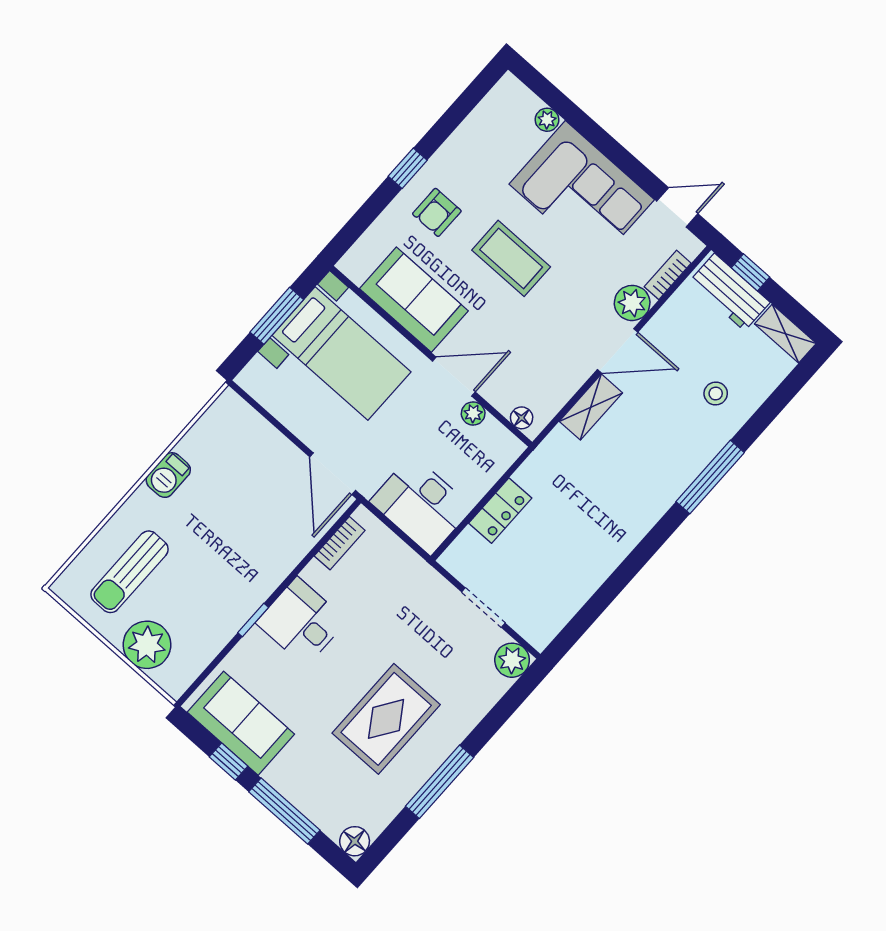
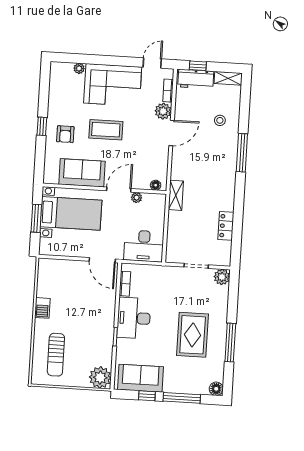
shelving: (591, 407) -> (176, 195), moved
locker: (500, 511) -> (226, 226), moved, turned 180
desk: (301, 622) -> (134, 318), width x1.37
plant: (147, 645) -> (100, 377), moved

